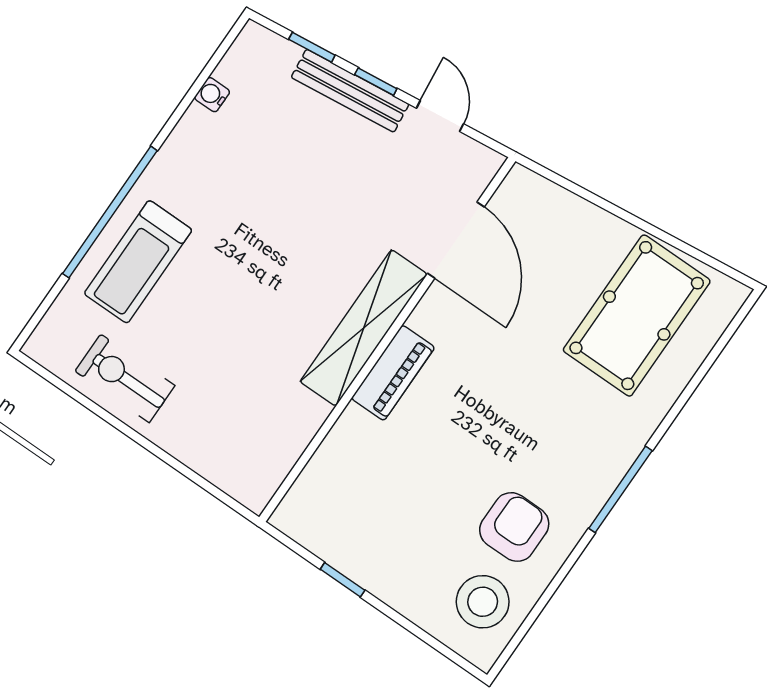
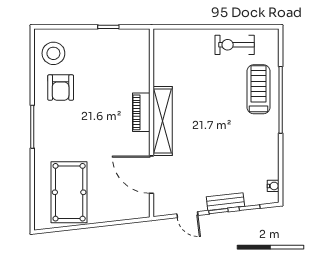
bench: (350, 91) -> (225, 202), width x0.73
water cooler: (212, 95) -> (273, 186), moved
exercise bike: (125, 378) -> (235, 45), turned 180

